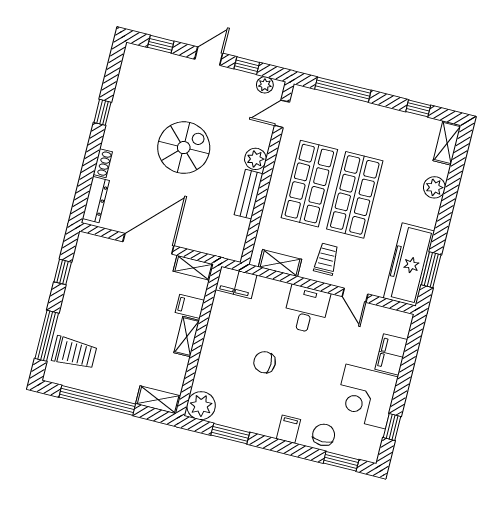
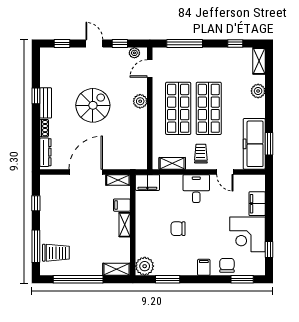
door: (209, 56) -> (94, 43), hinge flipped
bench: (249, 194) -> (46, 103), moved

